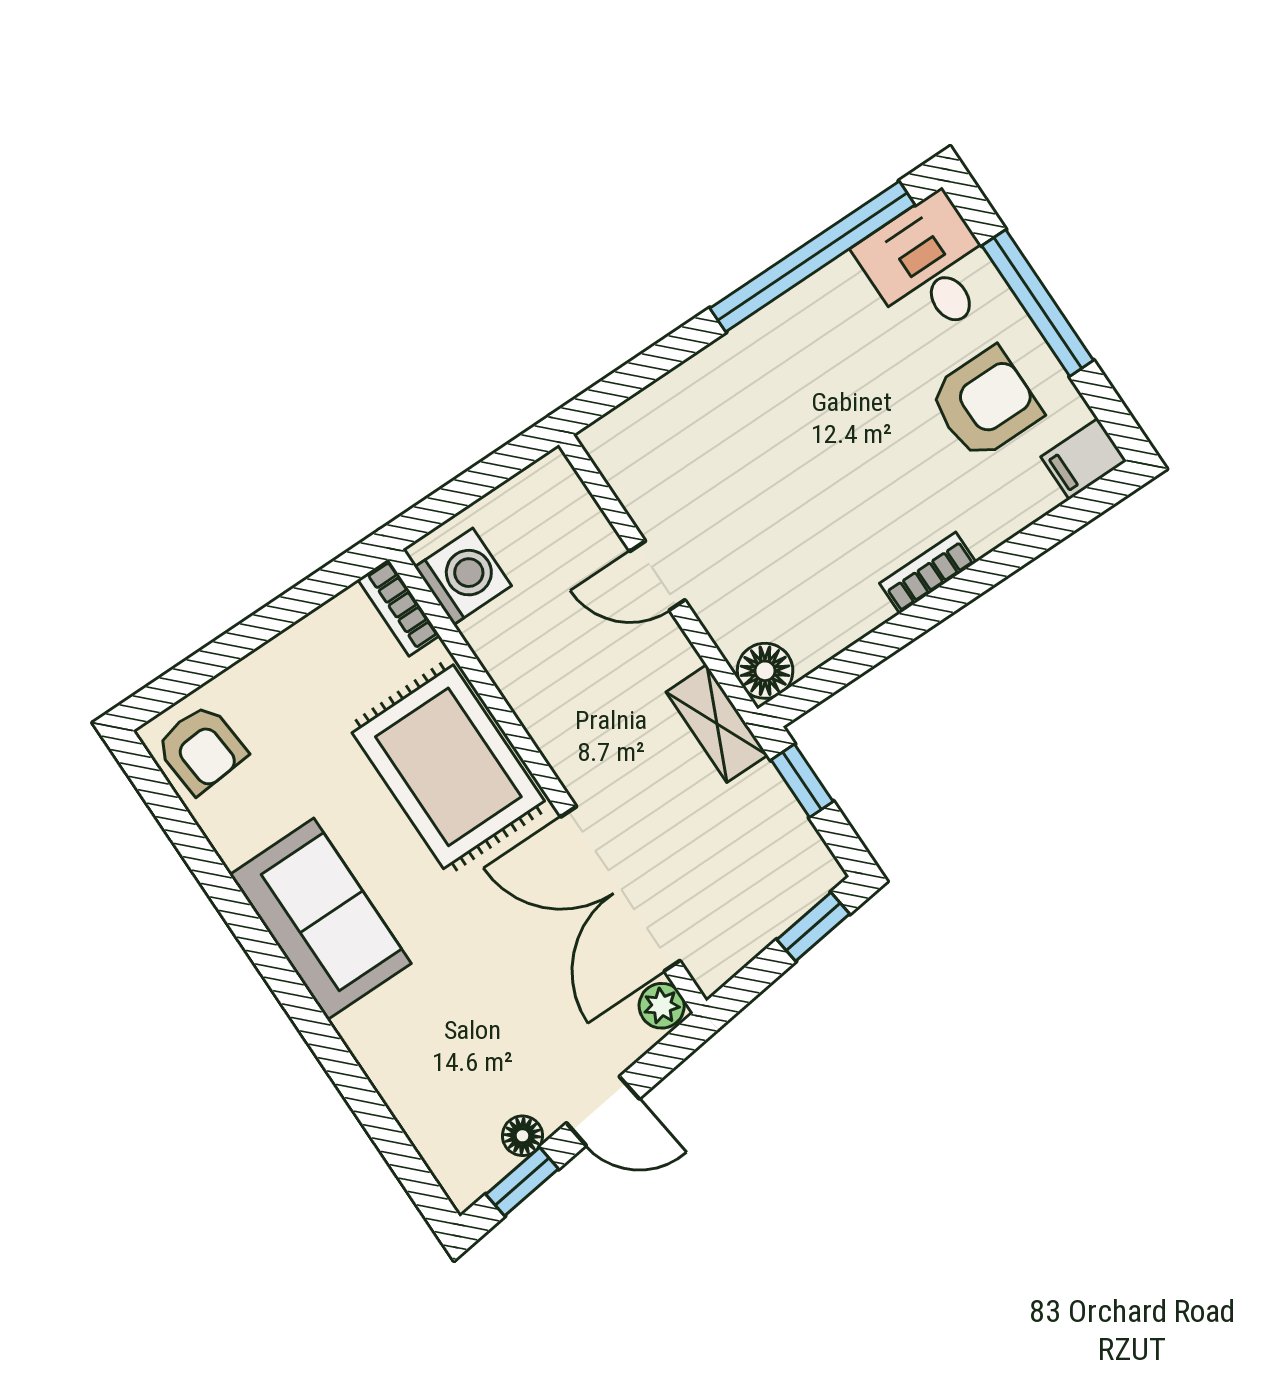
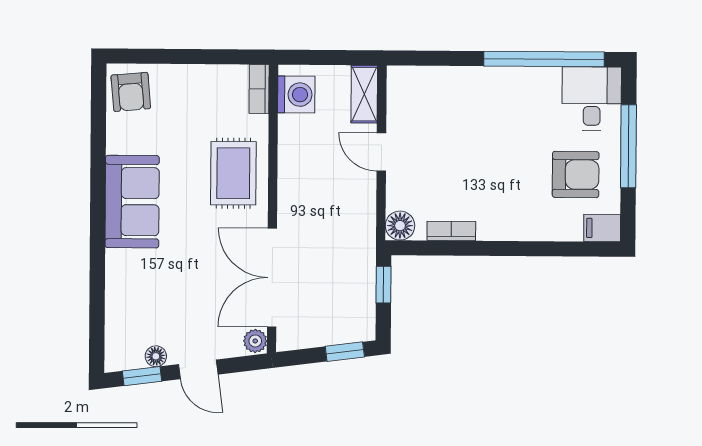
bookcase: (928, 573) -> (451, 231), moved
shelving: (717, 724) -> (364, 94), moved
rug: (448, 767) -> (233, 173), width x0.73, depth x0.70

